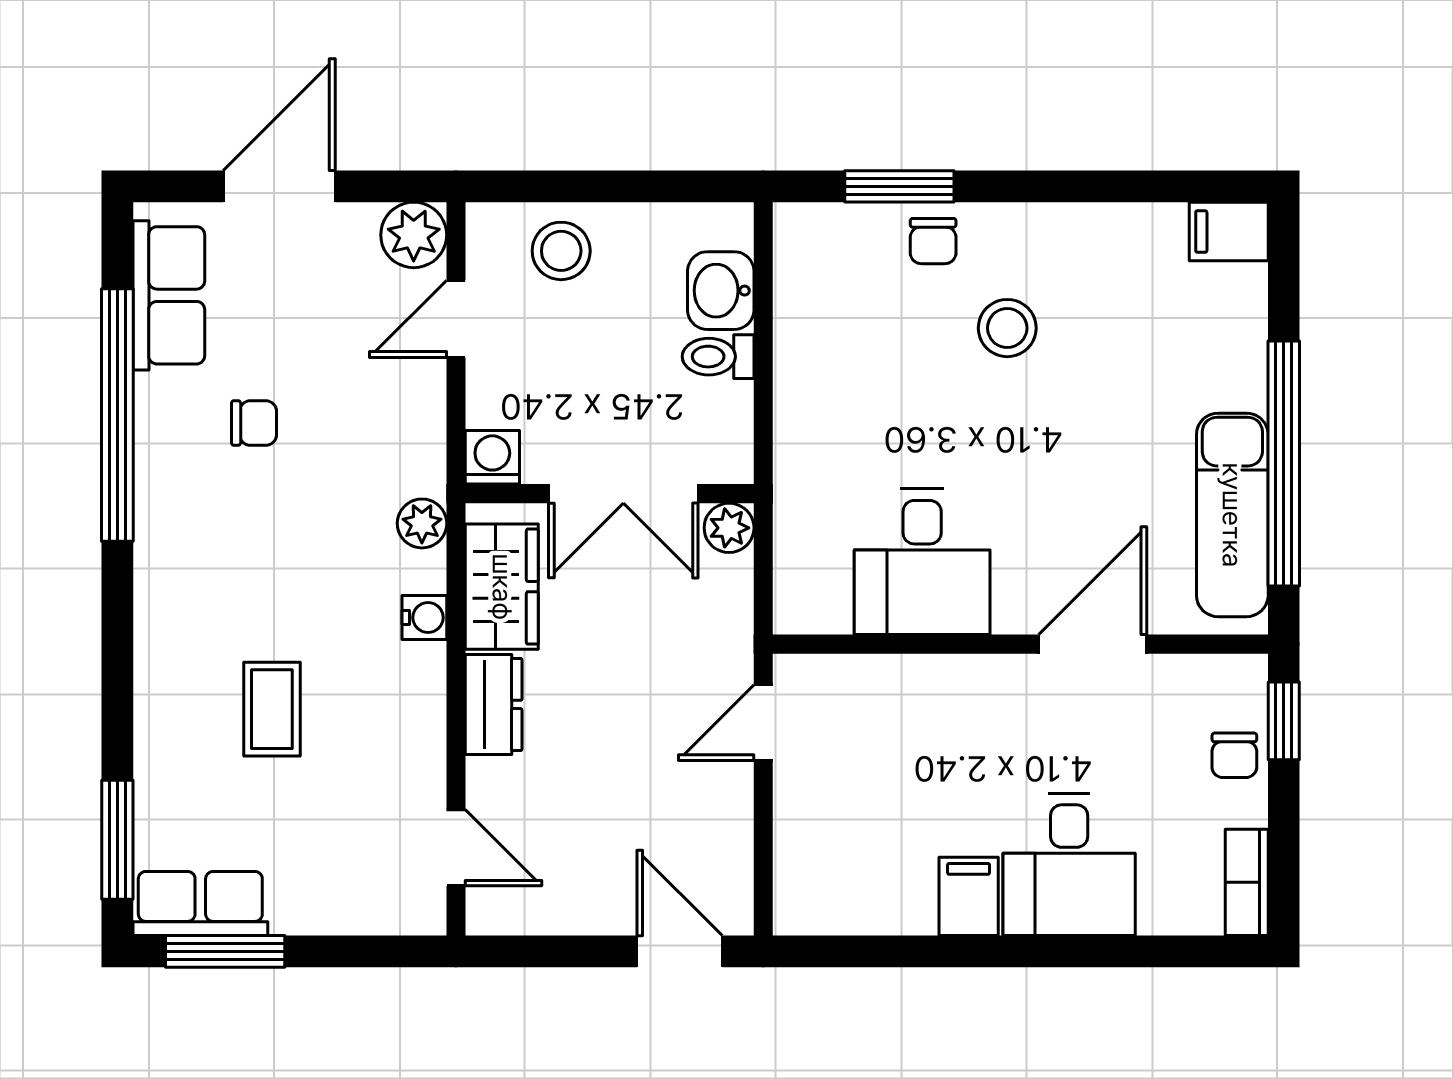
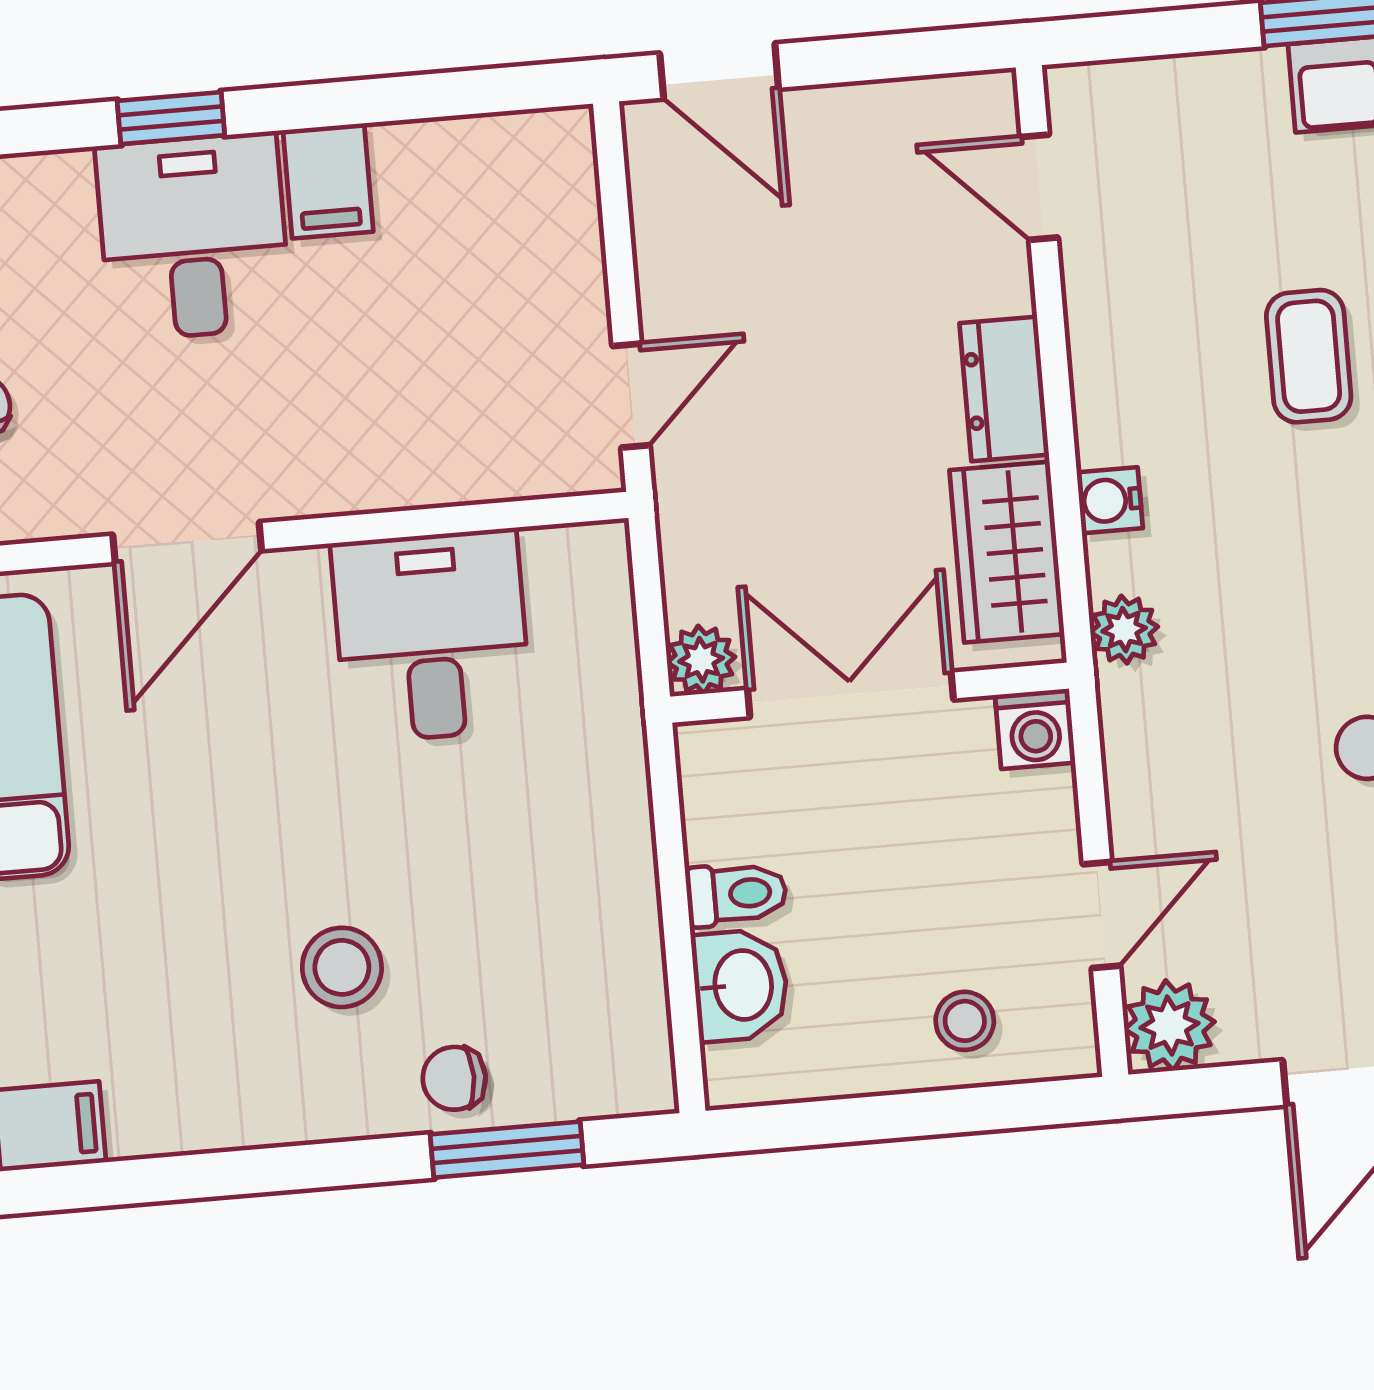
chair: (933, 241) -> (454, 1078), turned -90
stool: (561, 251) -> (965, 1021), width x0.73, depth x0.73
window: (1078, 951) -> (171, 118), added

